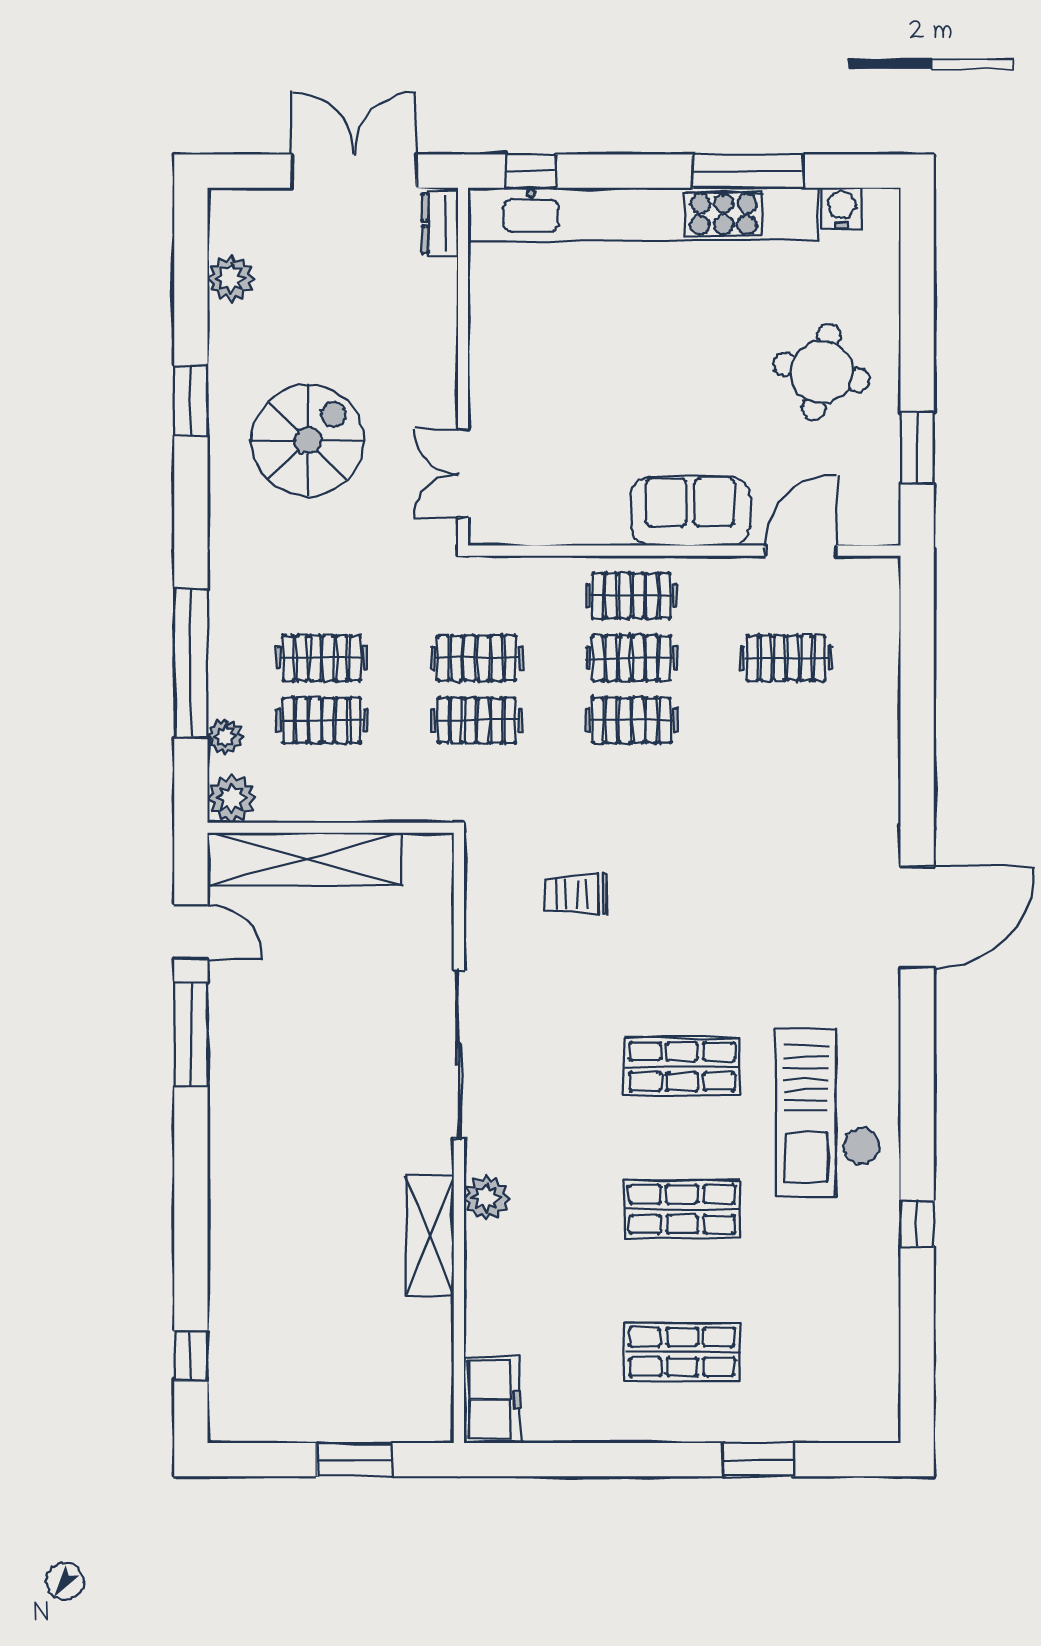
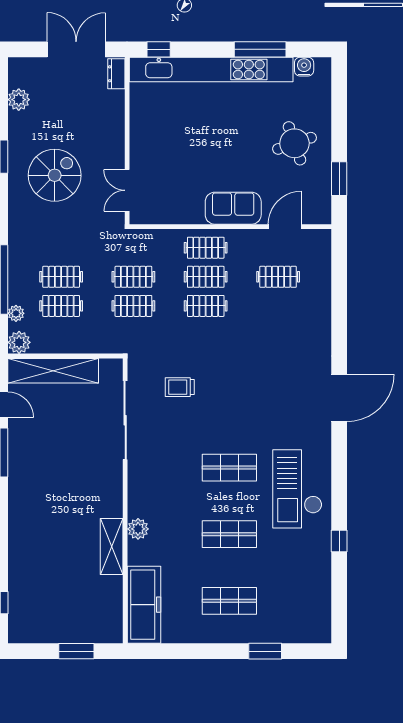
round table: (822, 372) -> (294, 143), turned -31
sliding door: (459, 1054) -> (125, 420), moved
freezer: (492, 1400) -> (144, 605), width x1.91, depth x1.26

